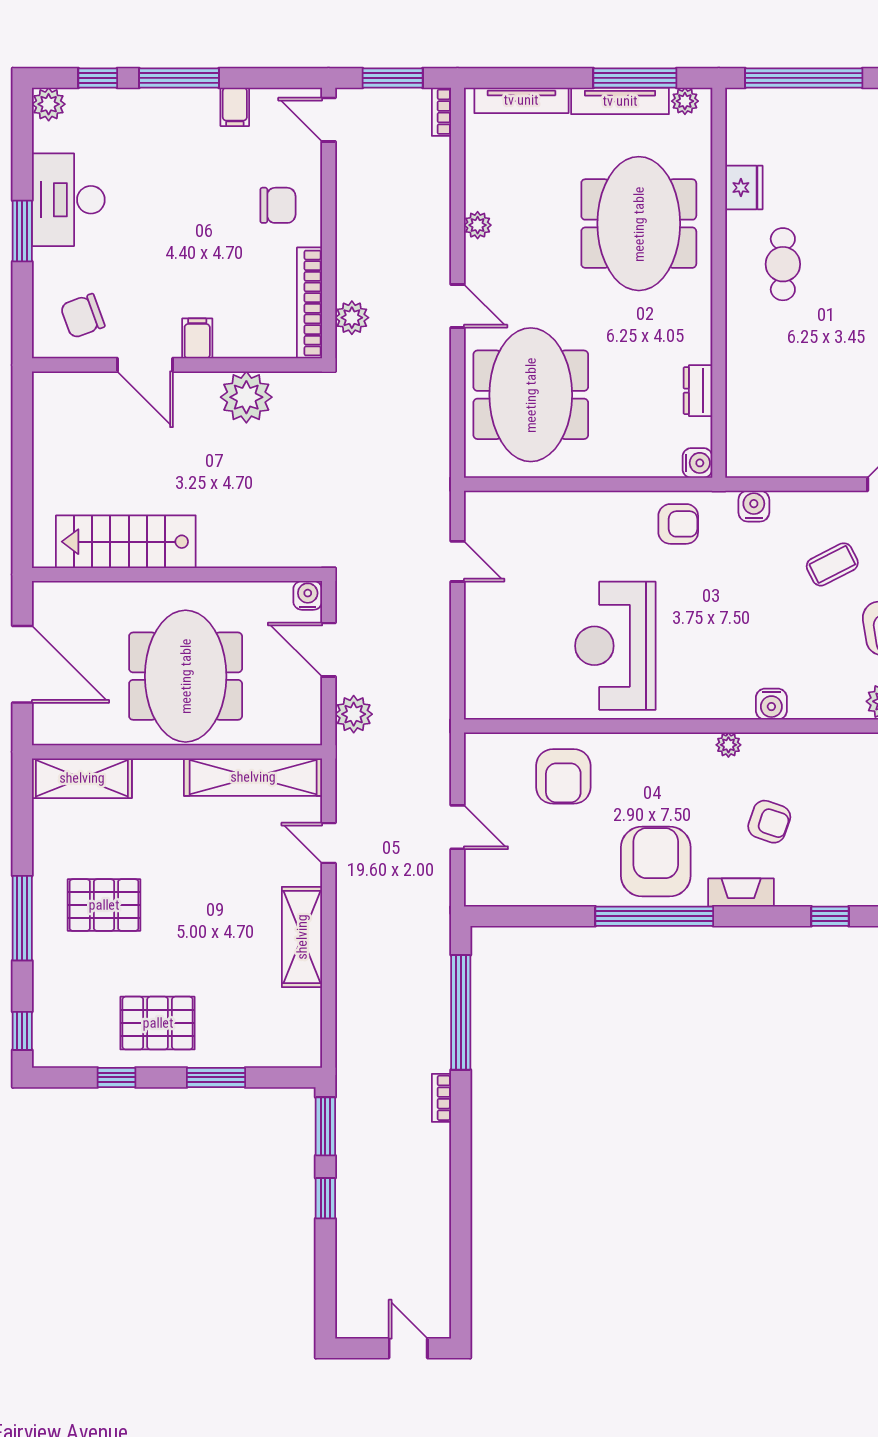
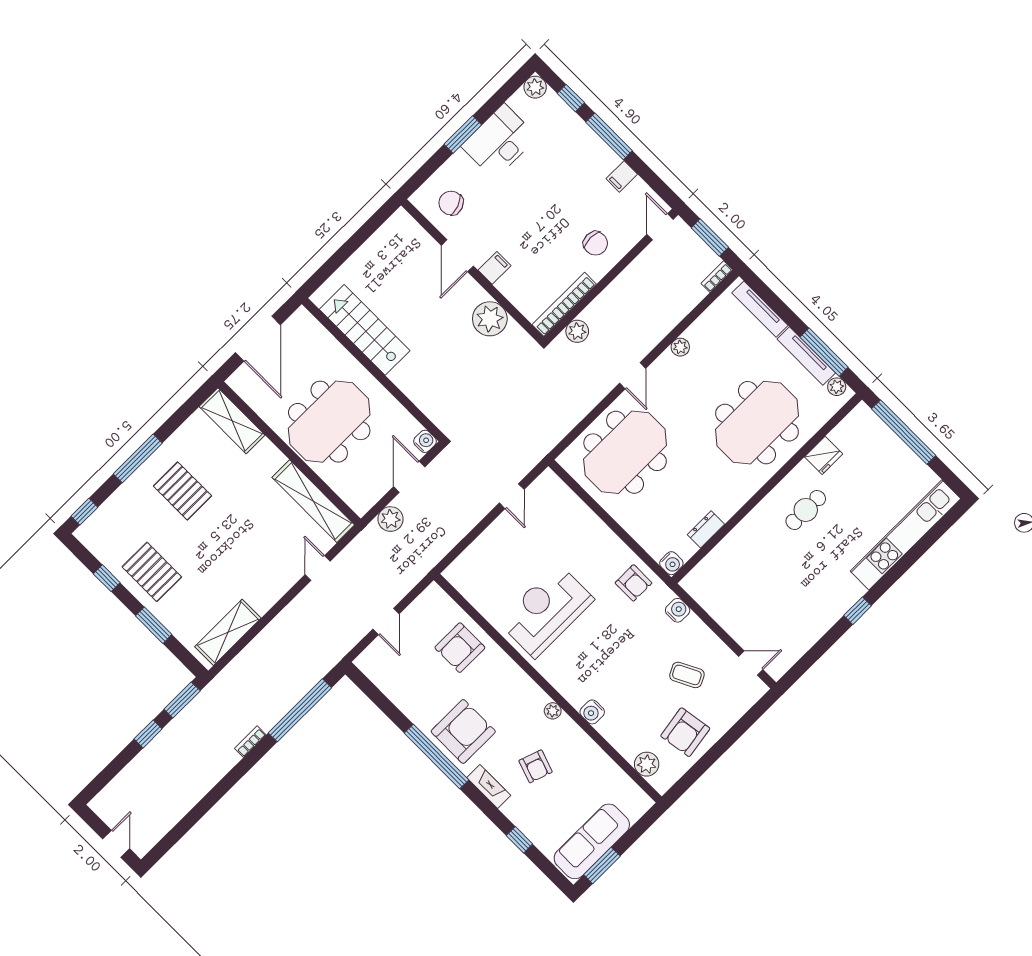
shelving: (302, 937) -> (228, 632), moved

